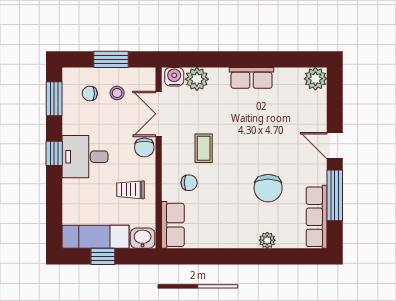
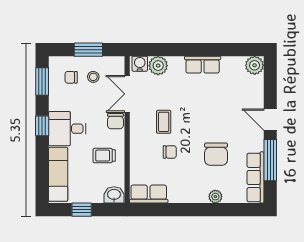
chair: (189, 183) -> (170, 152), moved
row of seats: (173, 225) -> (149, 194), moved, turned -90
exam couch: (95, 237) -> (58, 174), moved, turned 90

